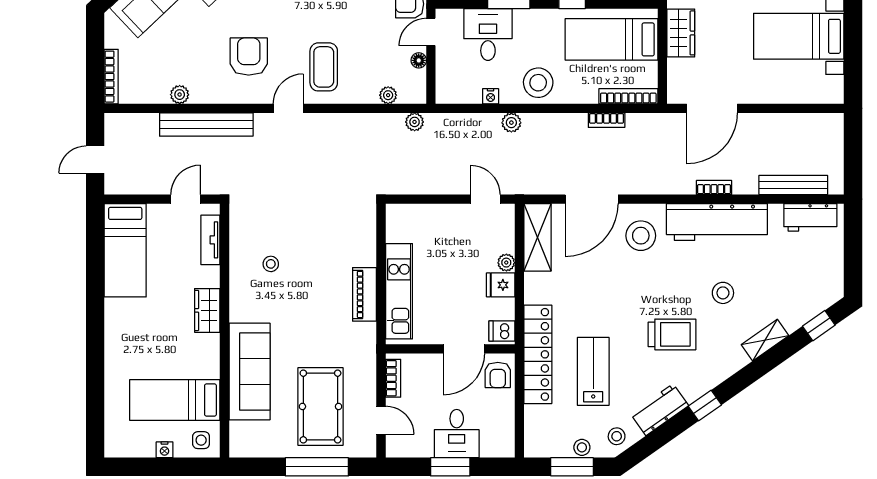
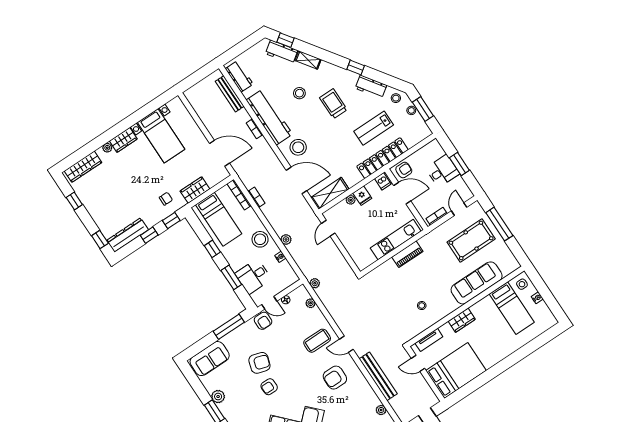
plant: (180, 95) -> (381, 410), moved
bed: (125, 250) -> (456, 370), width x1.50
workbench: (804, 308) -> (282, 52), added

